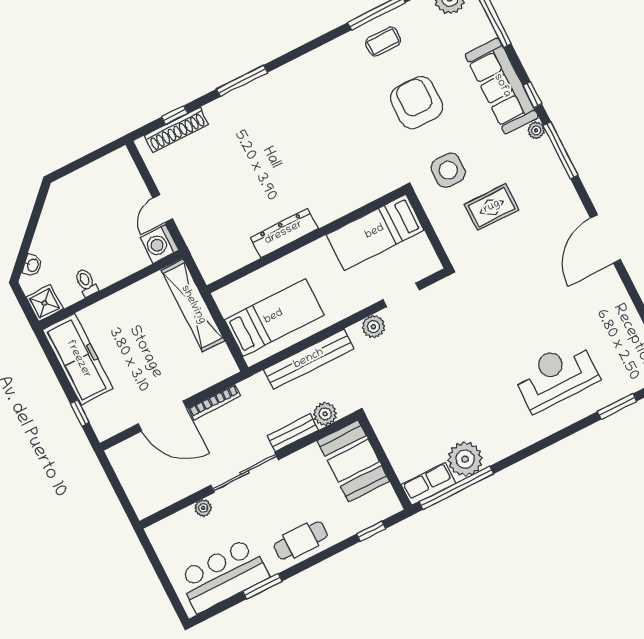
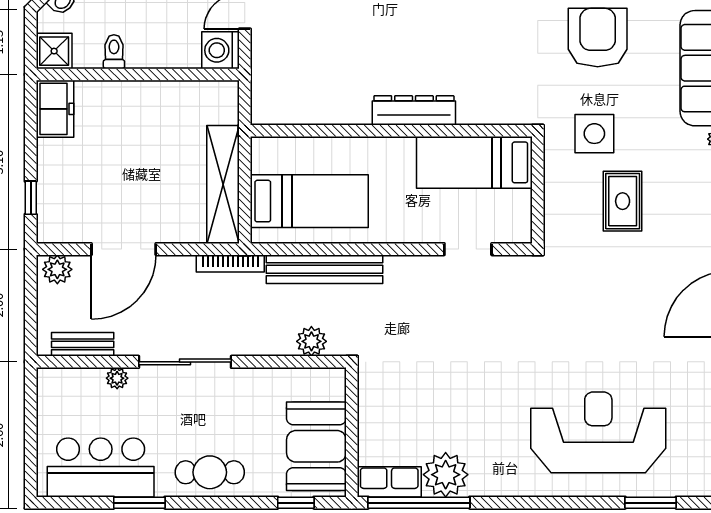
rug: (492, 207) -> (623, 201), turned 90
dresser: (284, 233) -> (414, 110), moved
shelving: (193, 305) -> (223, 184), moved
plant: (373, 327) -> (57, 269), moved
freezer: (78, 359) -> (55, 109), width x0.52, depth x0.79
reception desk: (556, 376) -> (598, 432), width x1.36, depth x1.30
bookcase: (214, 402) -> (230, 263), moved
door: (162, 416) -> (124, 249), hinge flipped
bench: (293, 433) -> (83, 344), moved
booth: (353, 461) -> (316, 446), moved

